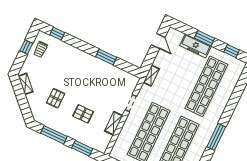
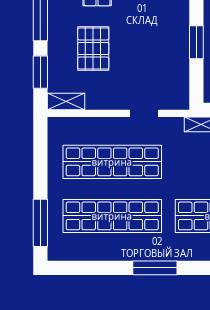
pallet: (83, 114) -> (93, 49), width x1.50, depth x1.42
shelving: (114, 123) -> (66, 102), moved

